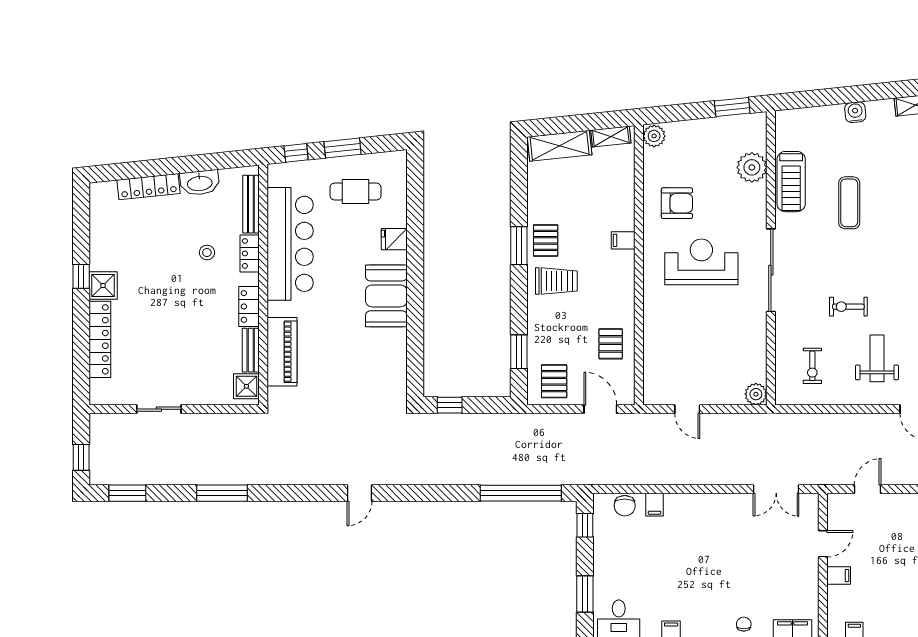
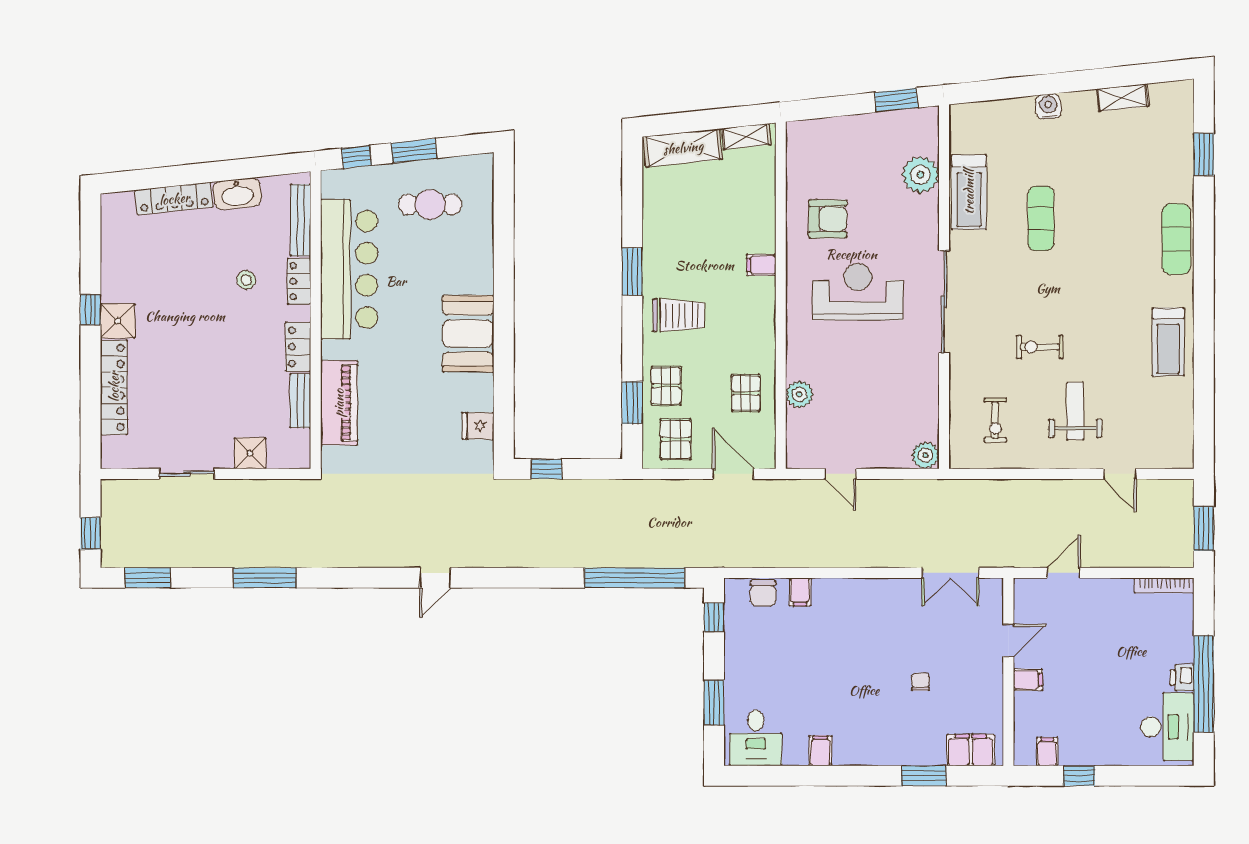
plant: (654, 136) -> (799, 394), moved
fridge: (394, 239) -> (478, 426), moved
pallet: (546, 240) -> (666, 386), moved
shower: (246, 386) -> (250, 453), moved
chair: (744, 624) -> (920, 682), moved

